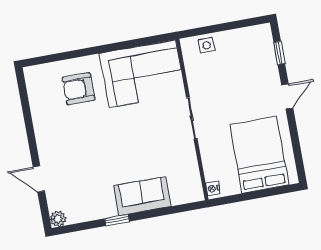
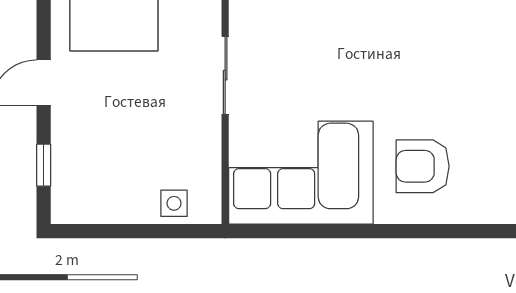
armchair: (79, 89) -> (423, 166), turned 180

